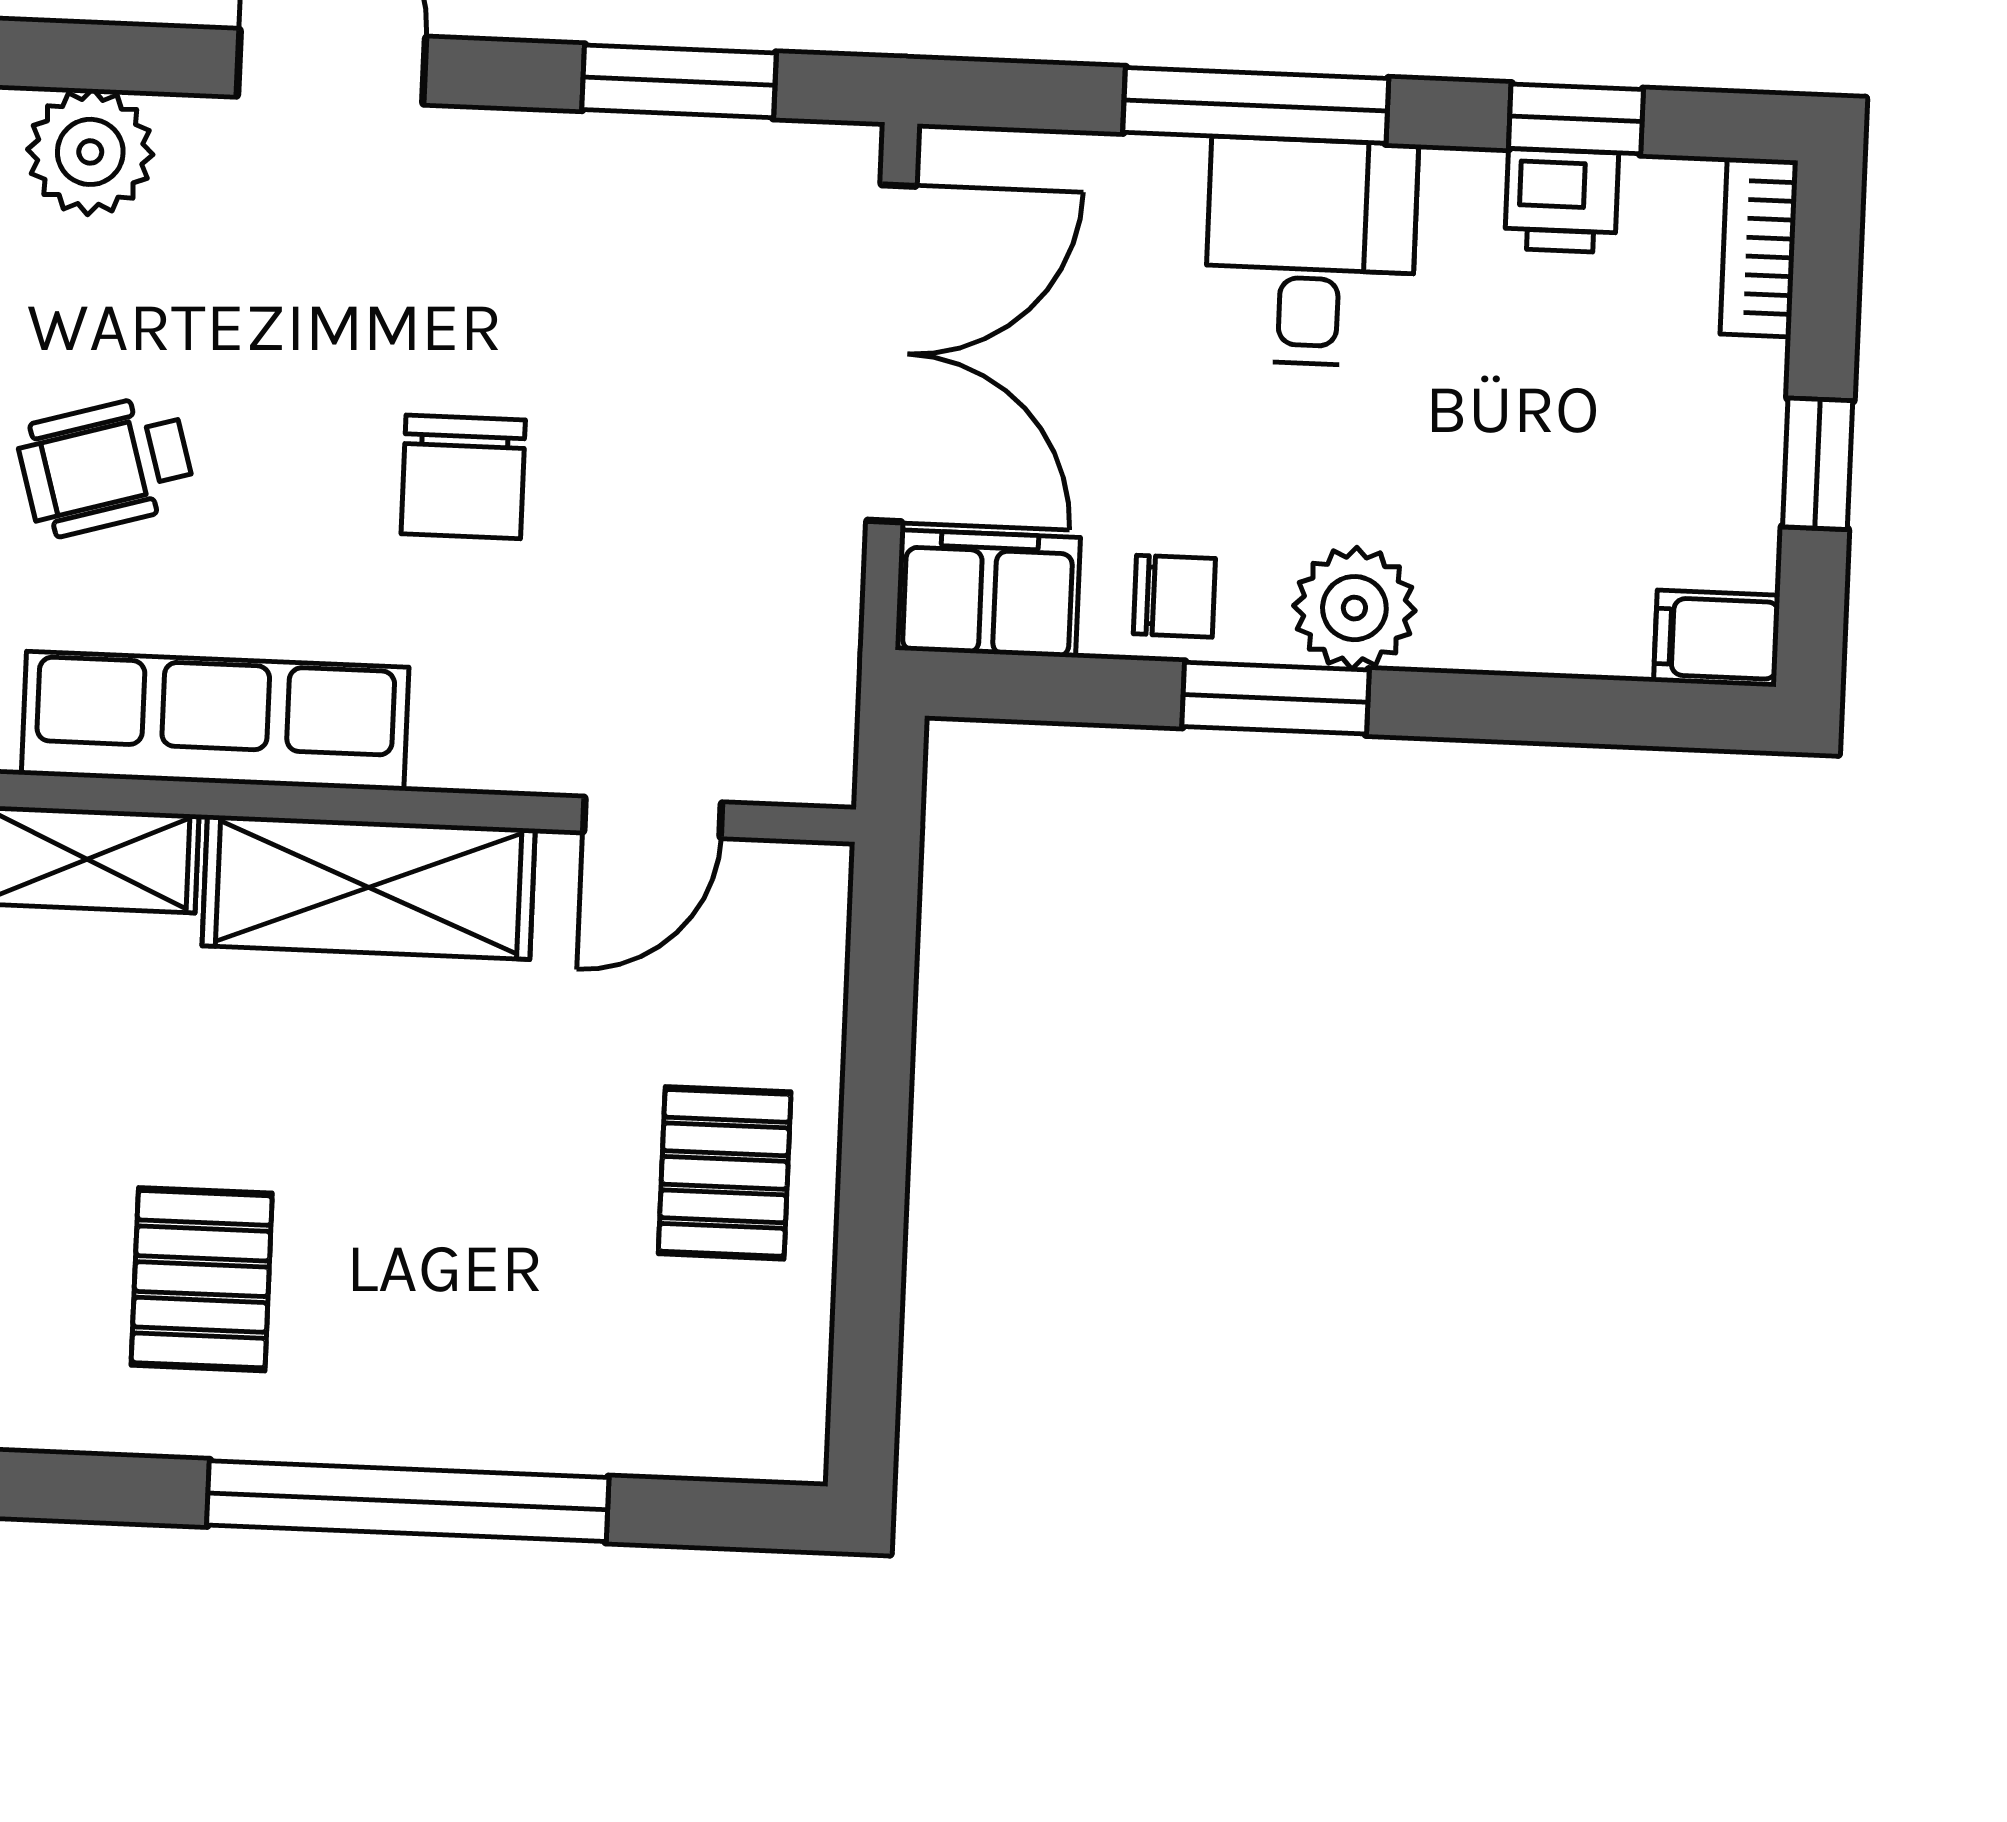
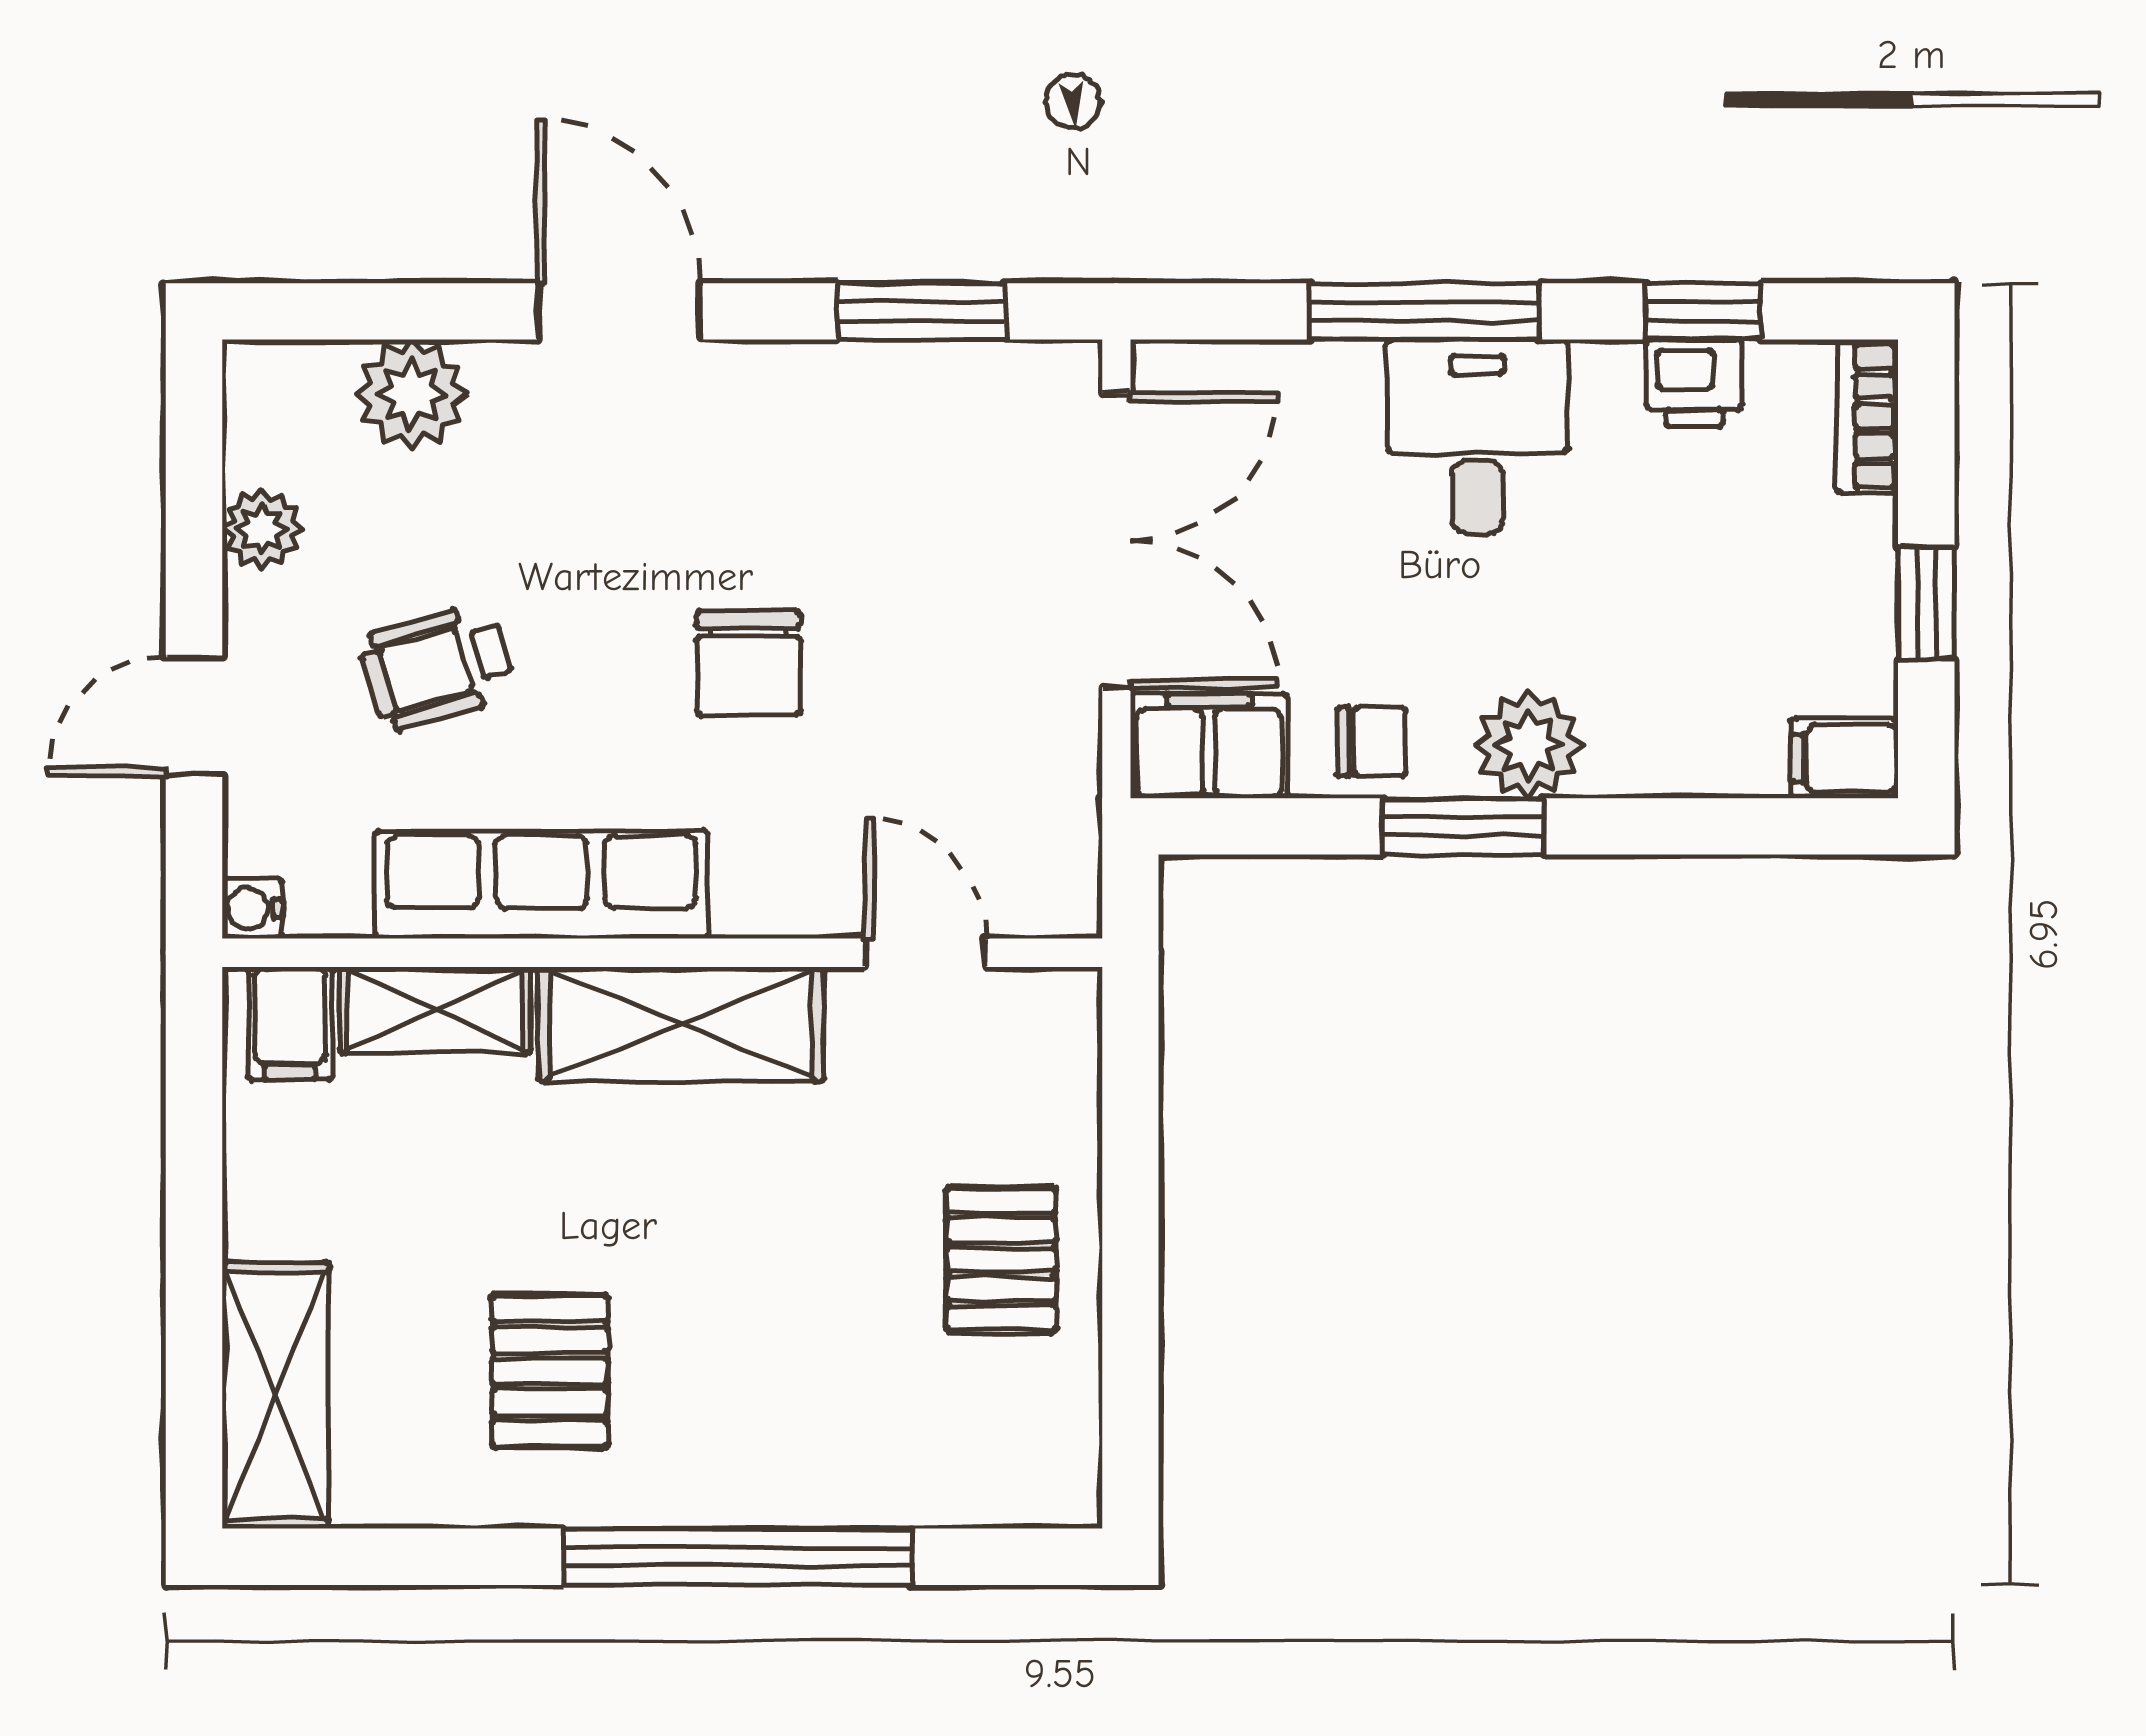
door: (653, 817) -> (925, 953), swing flipped

